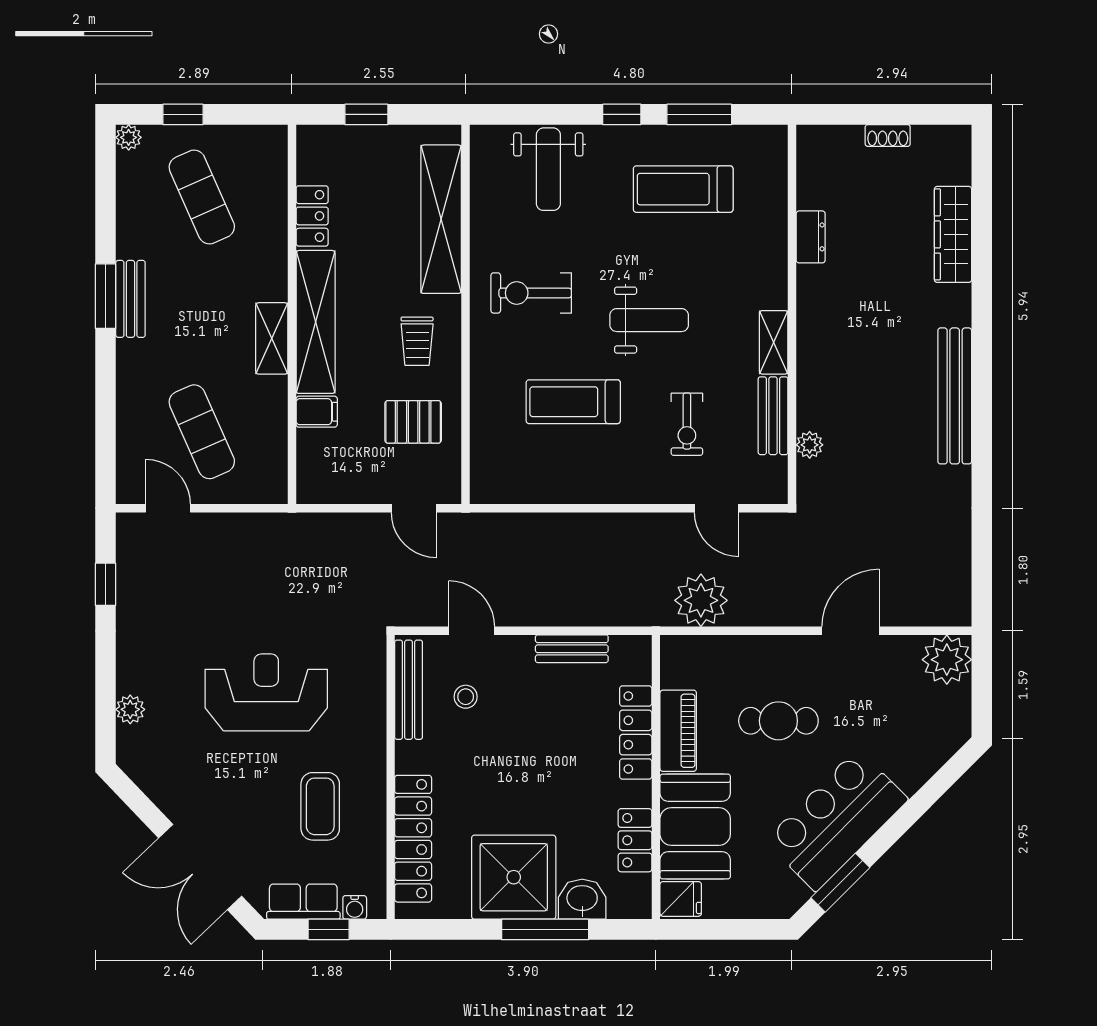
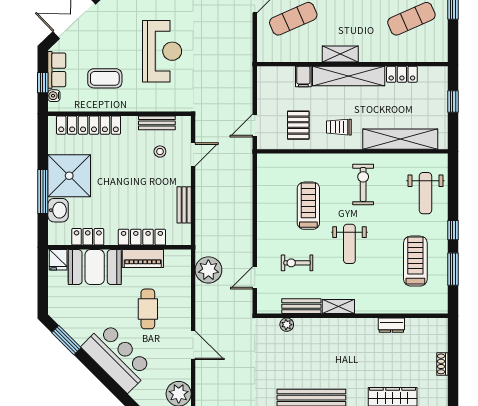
weight bench: (548, 169) -> (425, 193), turned -90
bench: (409, 690) -> (157, 123), width x0.73
bar counter: (836, 820) -> (117, 357), moved

